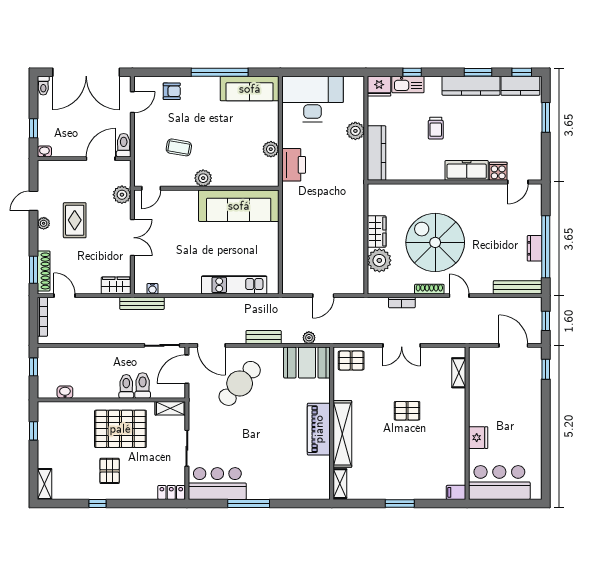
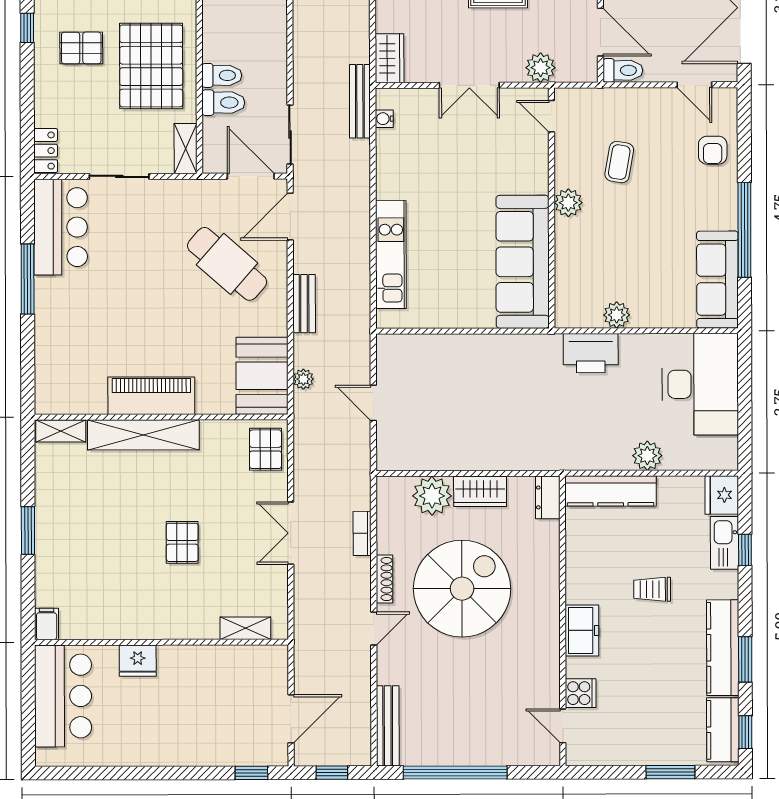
freezer: (467, 170) -> (582, 630), width x0.71
dresser: (535, 248) -> (548, 497), moved, turned -90

